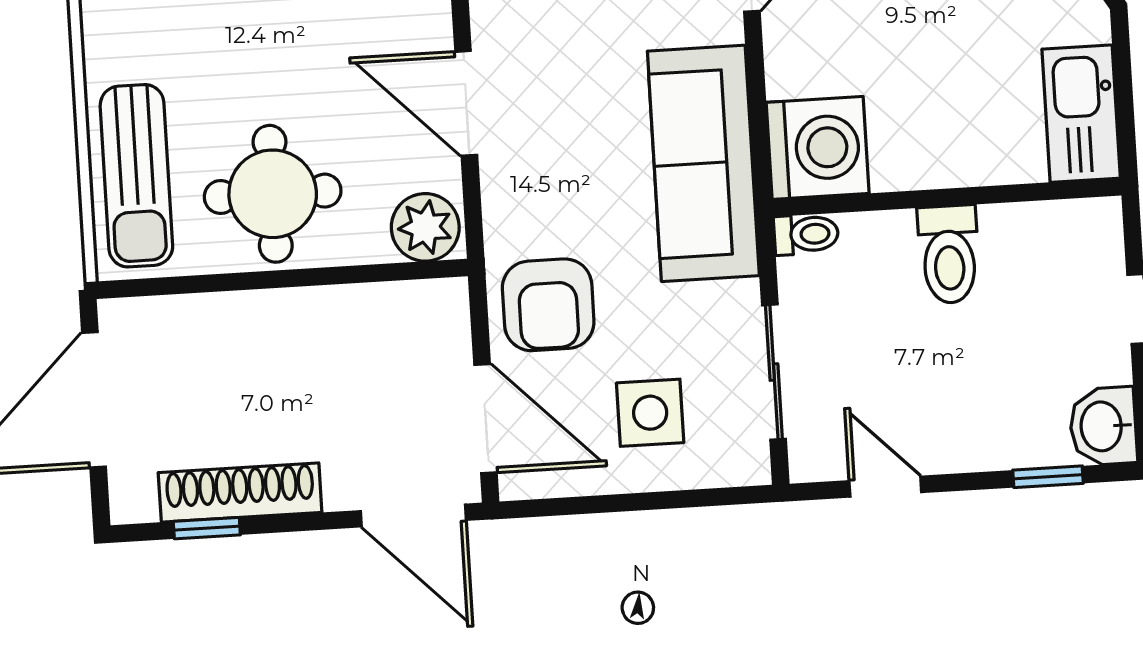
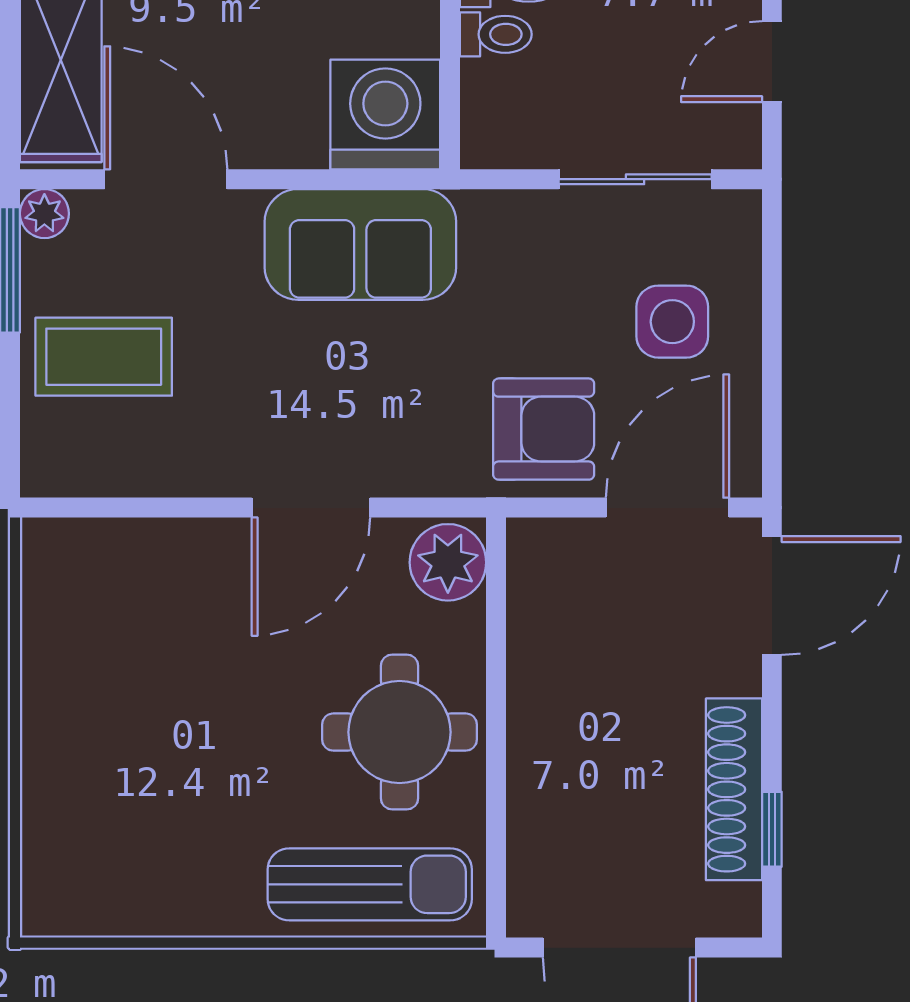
sofa: (703, 163) -> (360, 244), width x0.73
toilet: (806, 234) -> (496, 34), moved, turned 90

